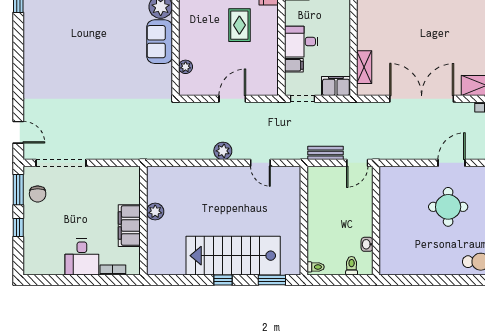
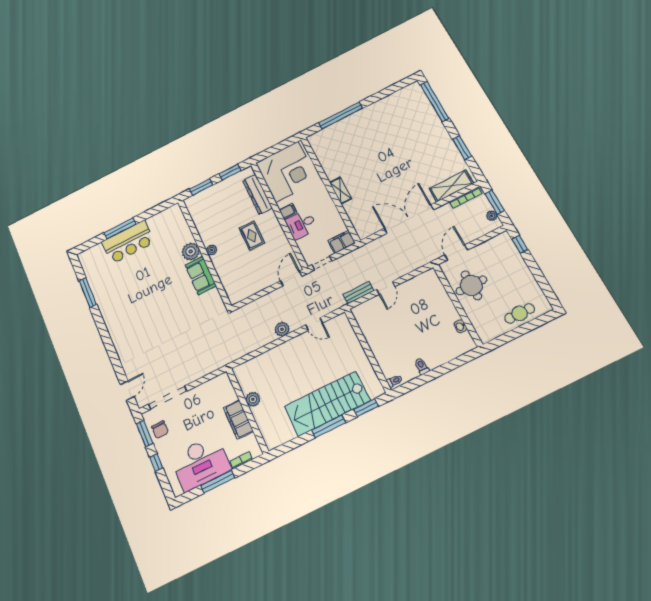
filing cabinet: (294, 65) -> (288, 211), moved
plant: (186, 67) -> (212, 250), moved
shelving: (364, 67) -> (340, 191), moved
door: (232, 99) -> (291, 279), moved
door: (18, 132) -> (127, 391), hinge flipped
wall: (376, 221) -> (458, 305), moved
washbasin: (367, 244) -> (460, 326), moved
desk: (82, 257) -> (200, 463), width x1.87, depth x1.30
window: (77, 280) -> (218, 482), added
window: (223, 280) -> (329, 426), width x2.17

